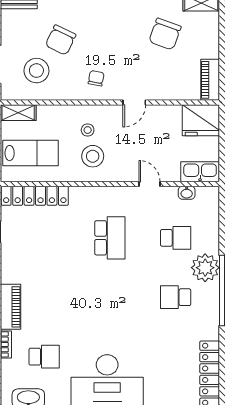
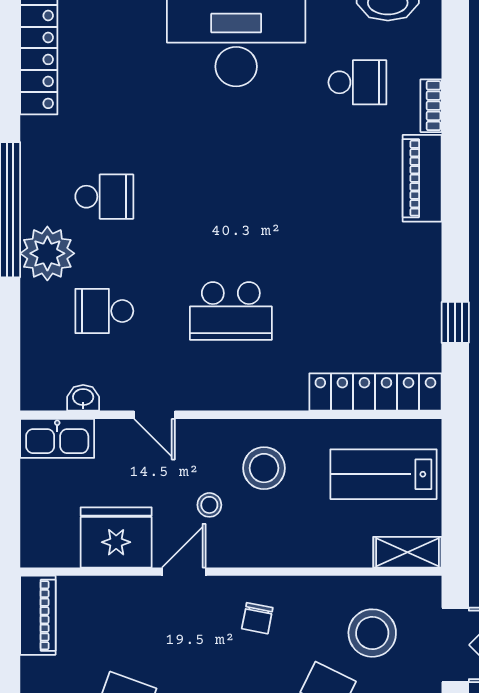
fridge: (201, 120) -> (116, 537), moved
stool: (88, 130) -> (209, 505), moved
school desk: (110, 238) -> (231, 311), turned -90
school desk: (44, 357) -> (357, 82), turned 180

